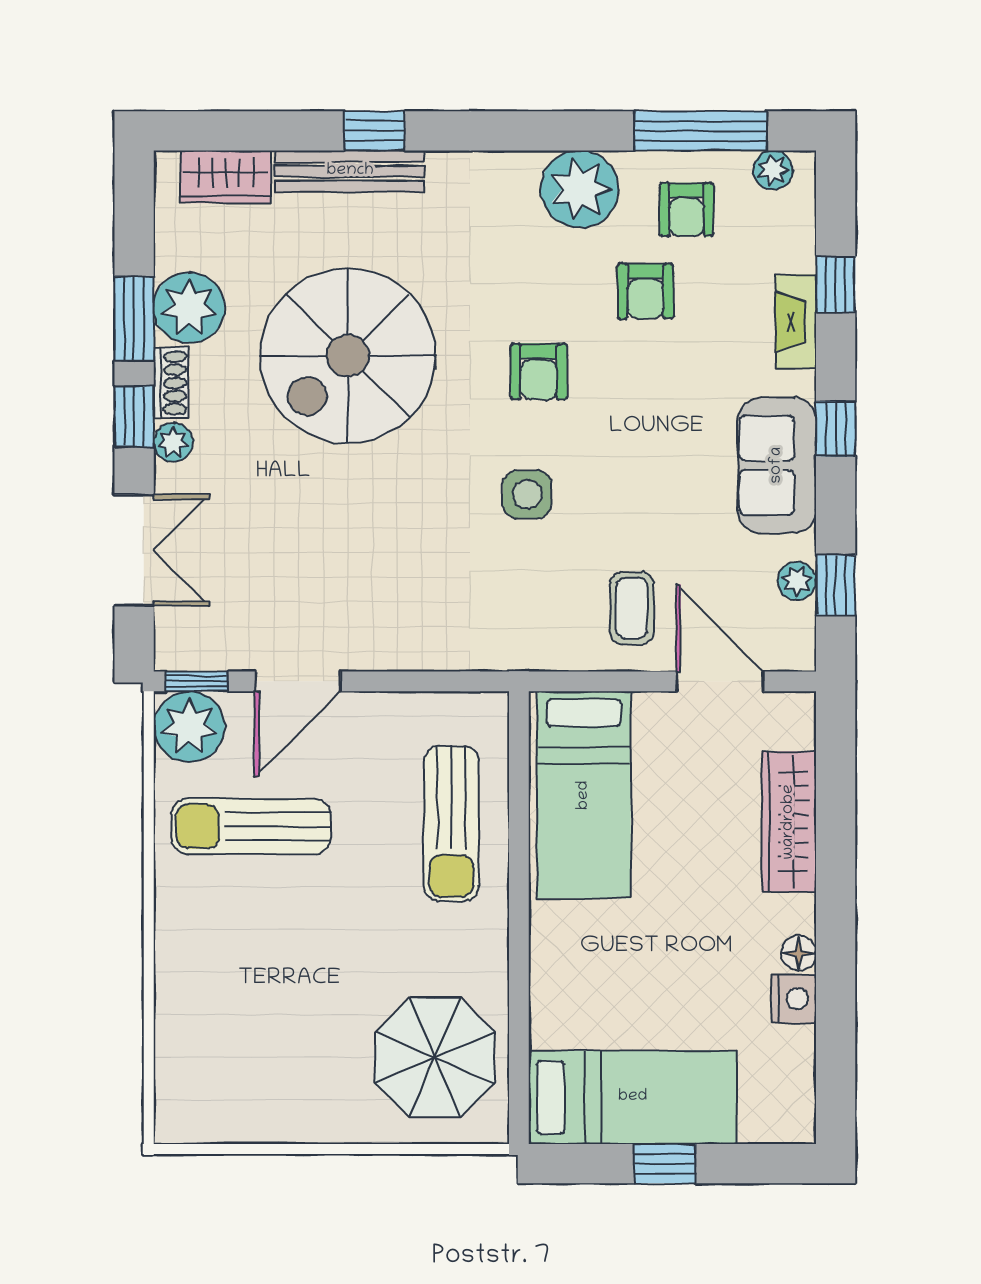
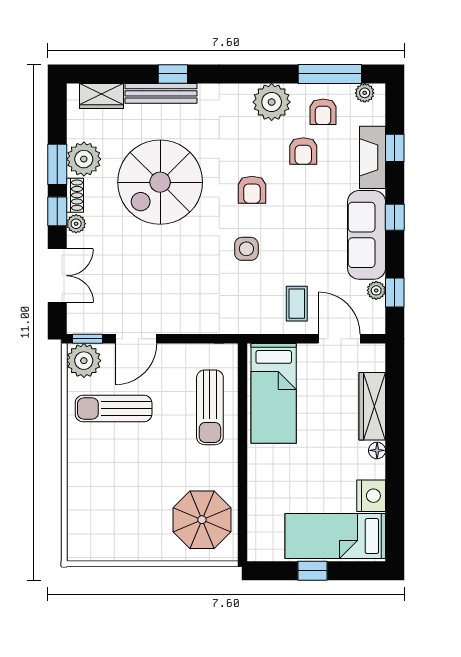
fireplace: (796, 322) -> (373, 157), width x1.37, depth x1.32
sofa: (777, 465) -> (367, 235), width x1.36
floor lamp: (799, 953) -> (377, 450), moved
nightstand: (794, 999) -> (371, 496), width x1.36, depth x1.33
bed: (633, 1097) -> (335, 536), moved, turned 180

